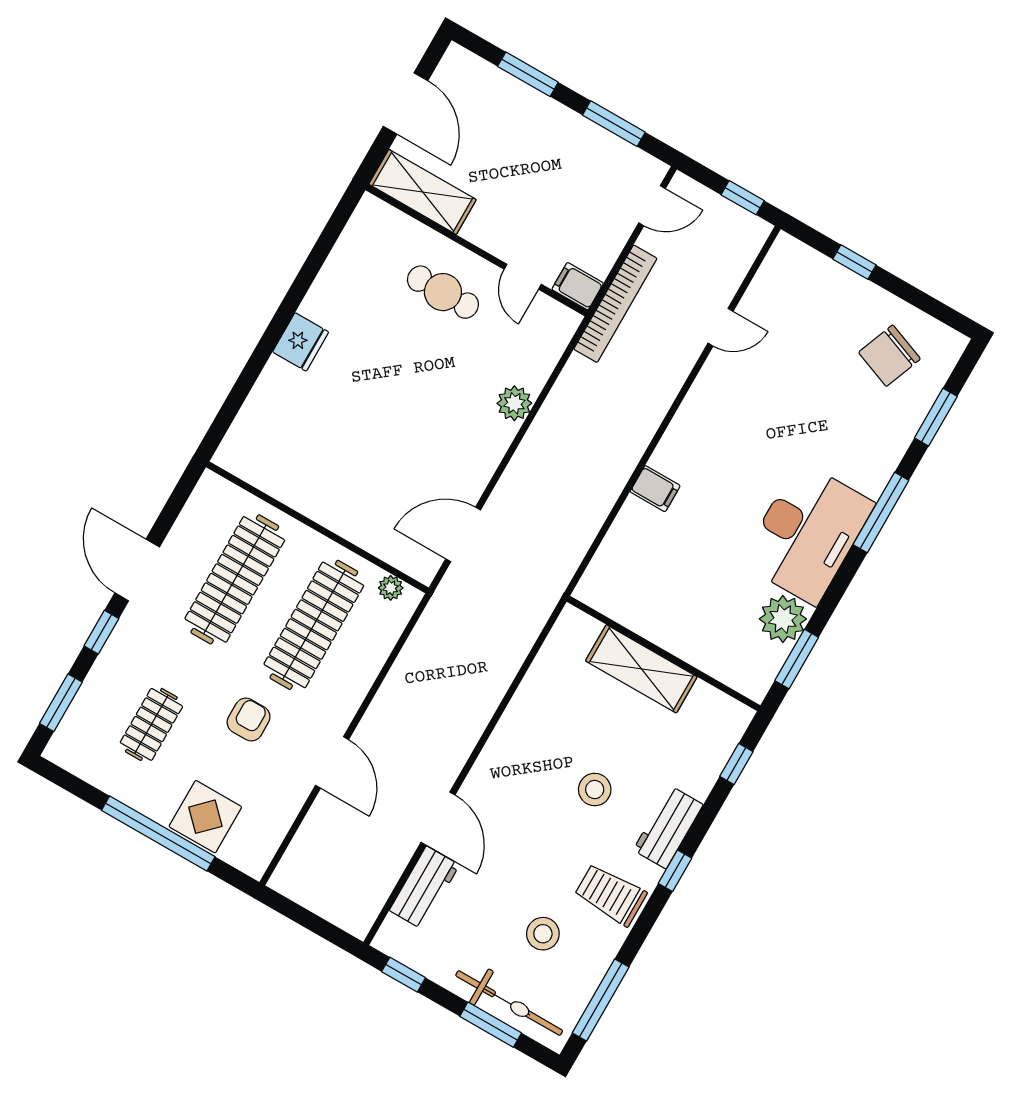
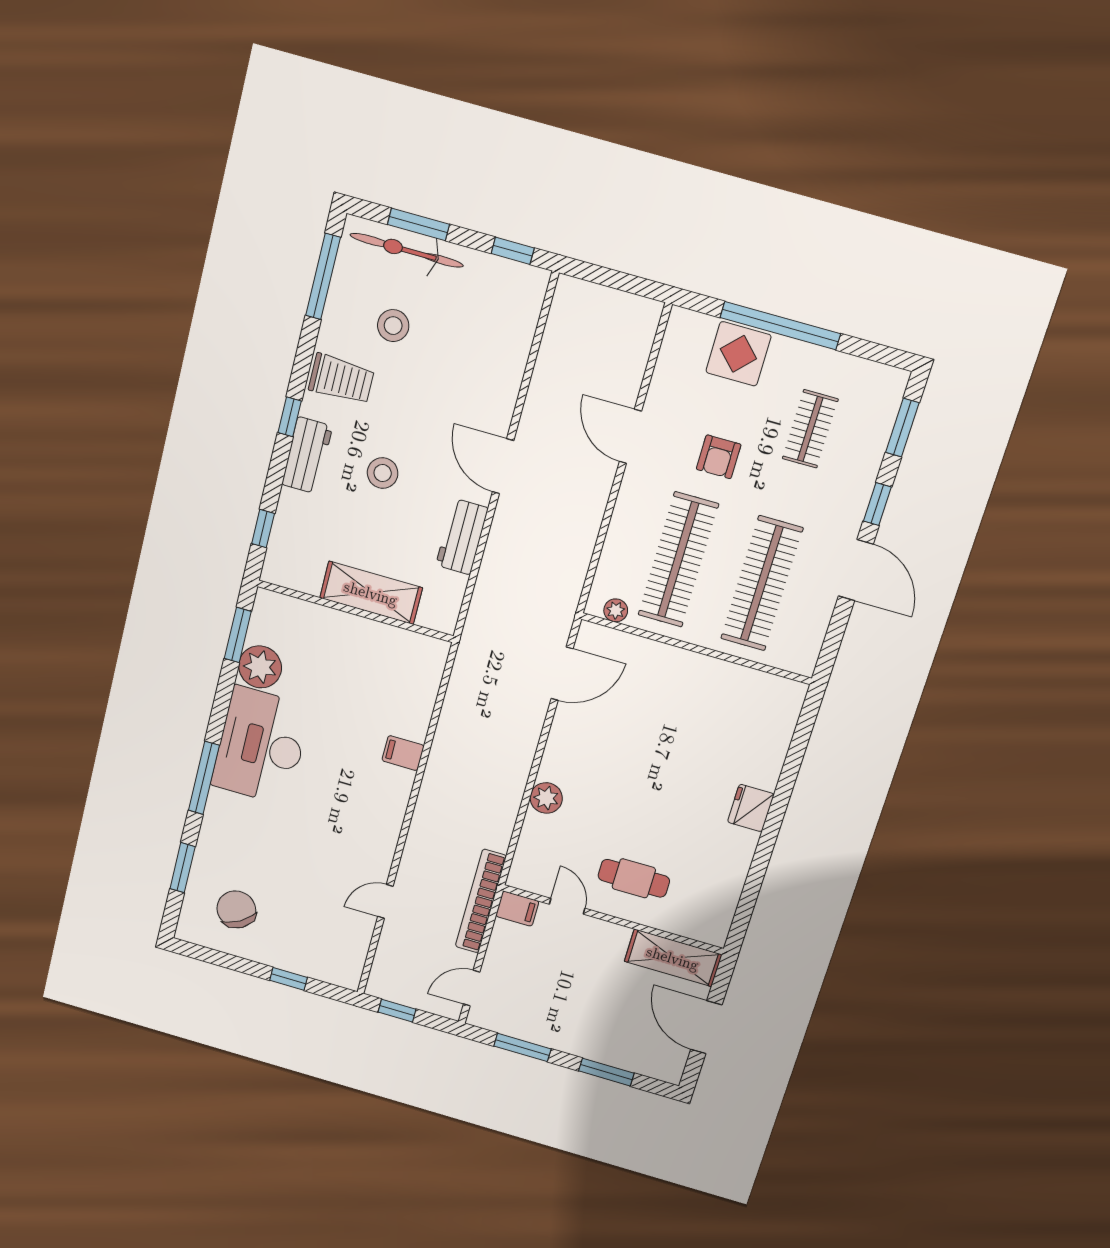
chair: (890, 356) -> (236, 909), turned -53
door: (438, 819) -> (503, 466), moved
workbench: (424, 888) -> (462, 537), moved

